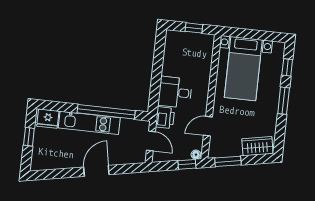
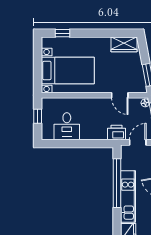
desk: (175, 92) -> (67, 126), moved
window: (284, 101) -> (91, 33), removed
wardrobe: (257, 146) -> (124, 44), moved, turned -80

